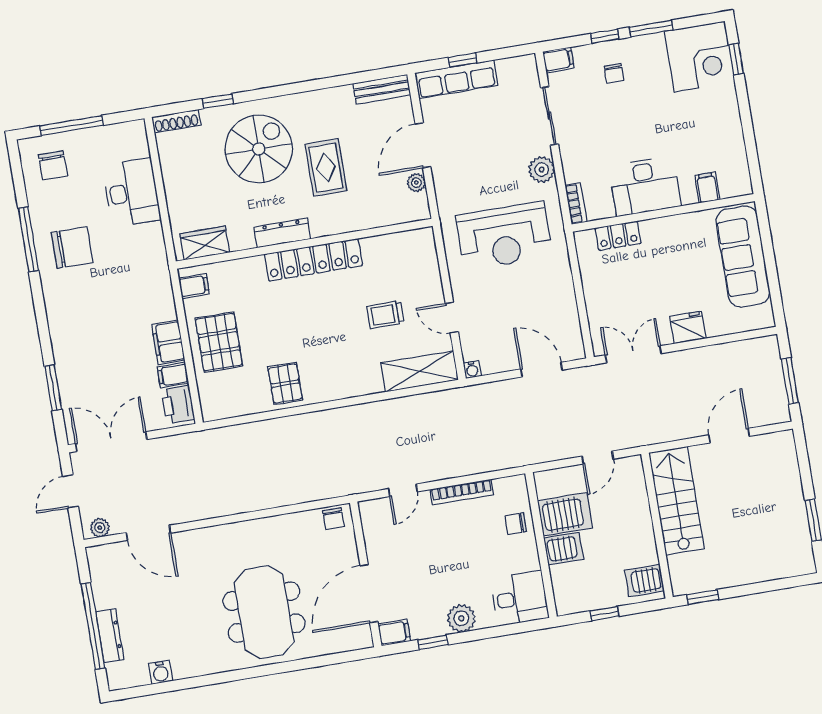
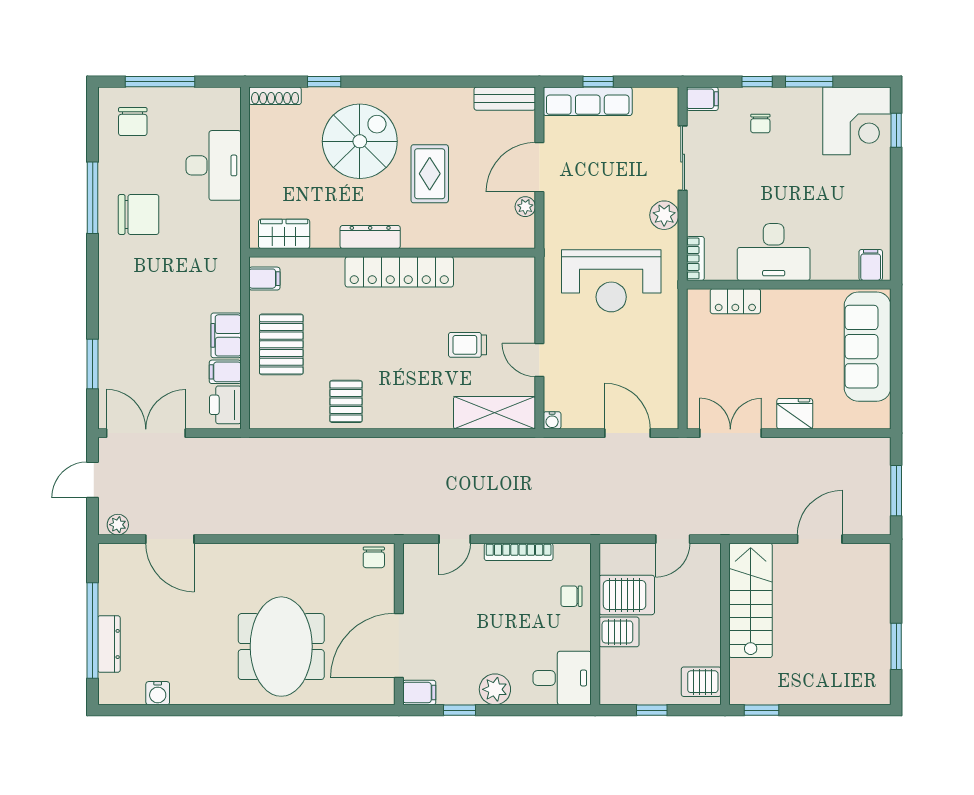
filing cabinet: (707, 188) -> (871, 265), moved

